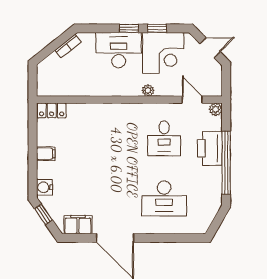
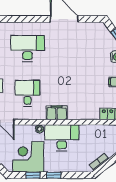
desk: (119, 50) -> (62, 138), moved, turned 180
filing cabinet: (78, 225) -> (57, 113), moved, turned 180

